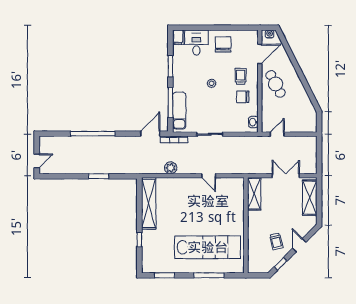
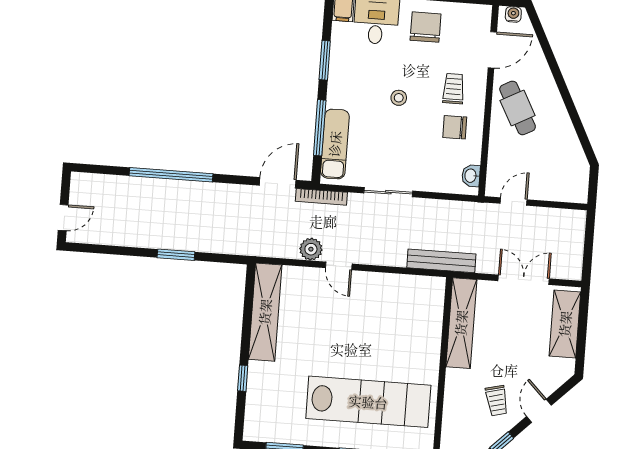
bench: (241, 169) -> (441, 261), added
door: (209, 176) -> (339, 266), moved
shelving: (254, 194) -> (461, 323), width x1.47

